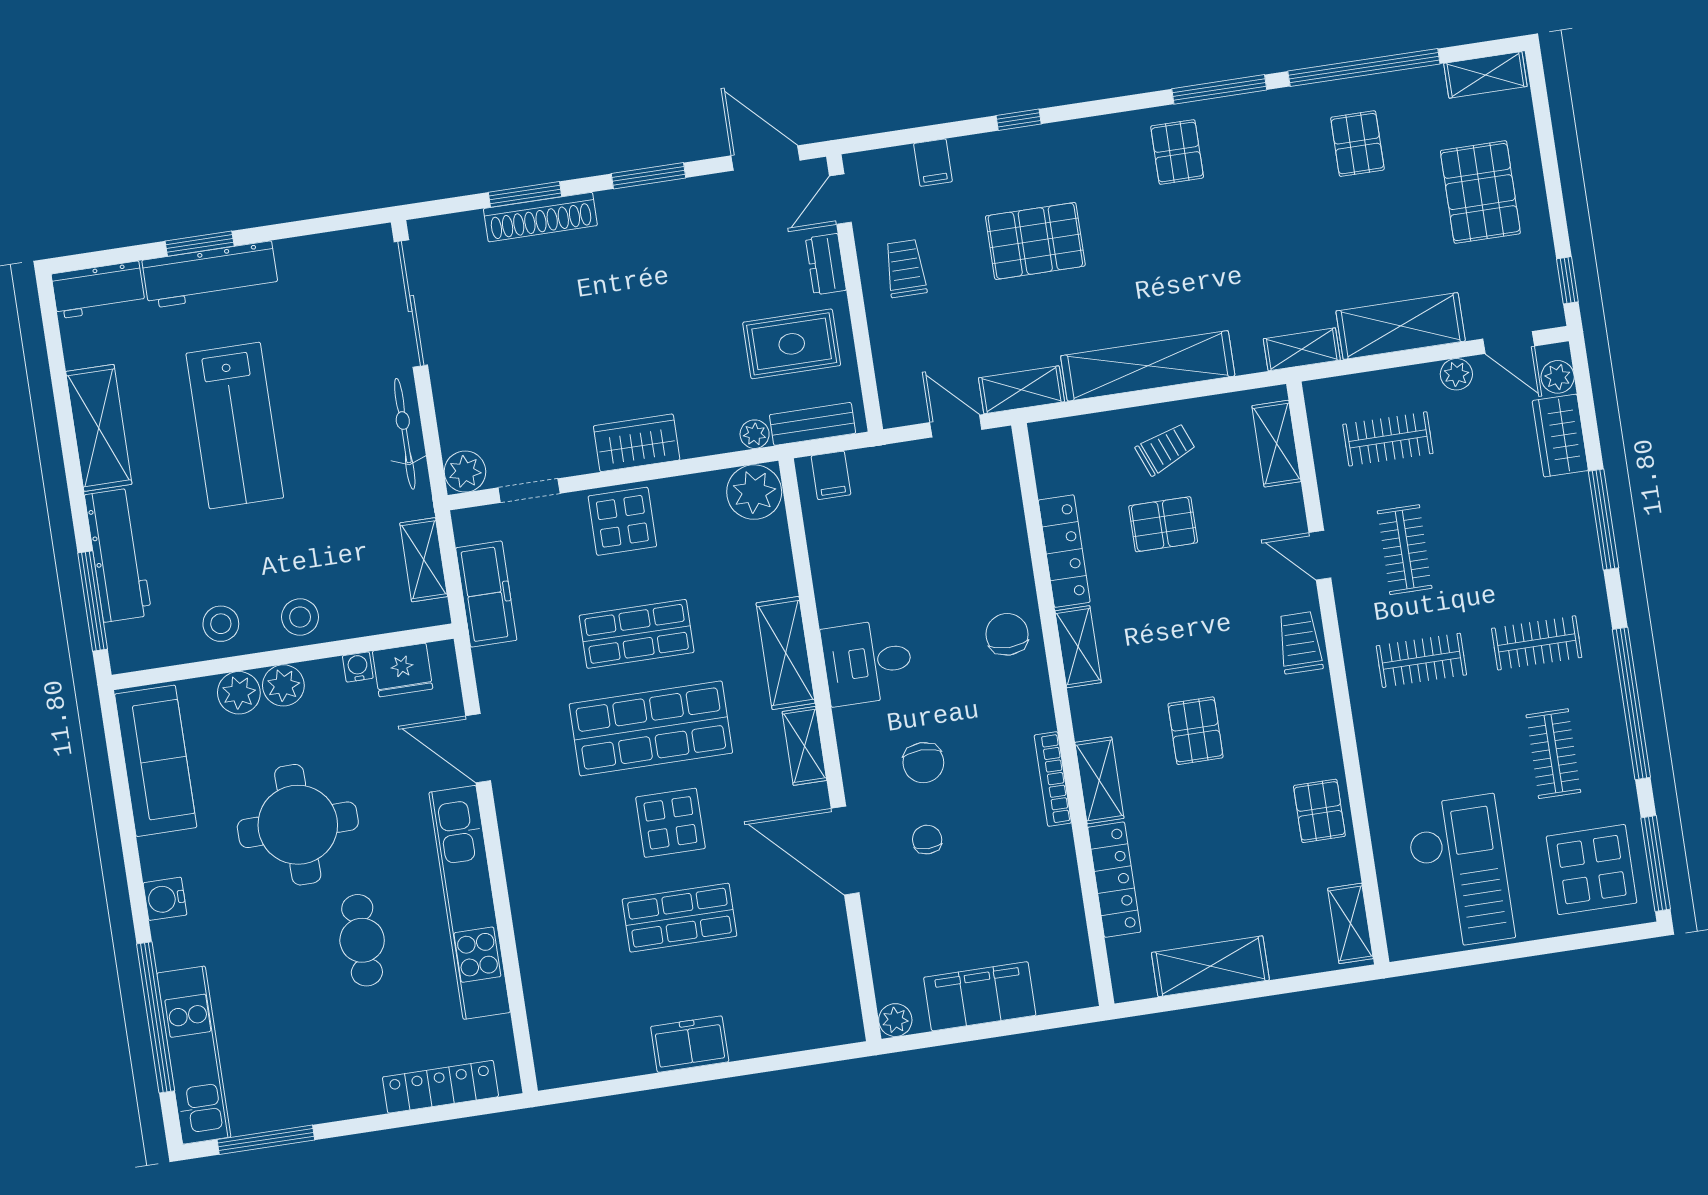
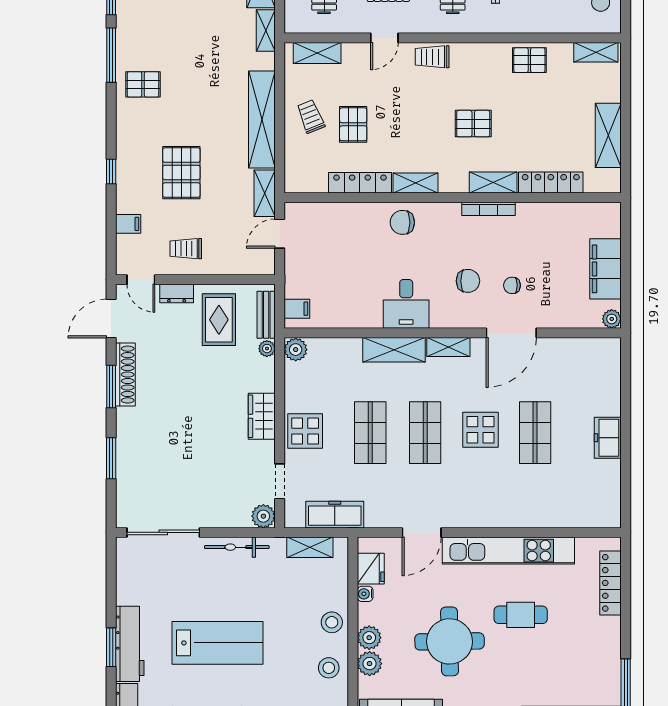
shoe rack: (540, 217) -> (125, 375), moved
plant: (754, 492) -> (296, 350), width x0.73, depth x0.73
shop shelf: (651, 728) -> (425, 433), width x0.70, depth x0.74

